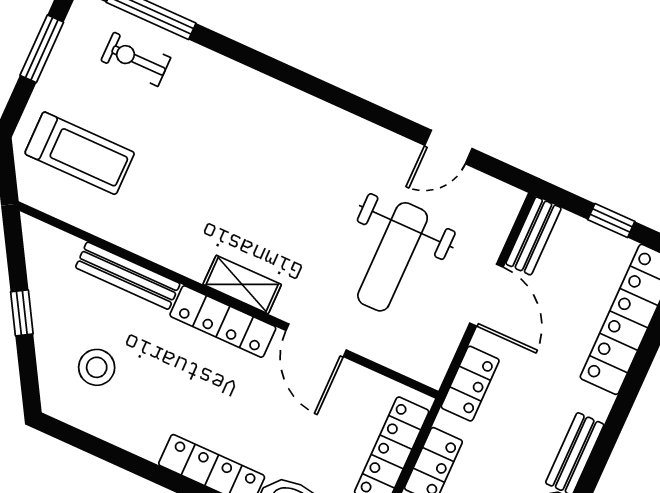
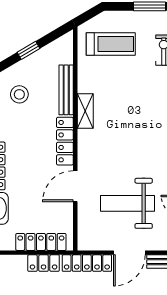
treadmill: (80, 153) -> (111, 44), turned -90
shelving: (242, 284) -> (85, 111), moved
locker: (470, 384) -> (87, 263), width x1.53

